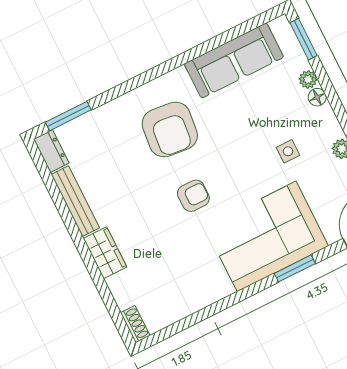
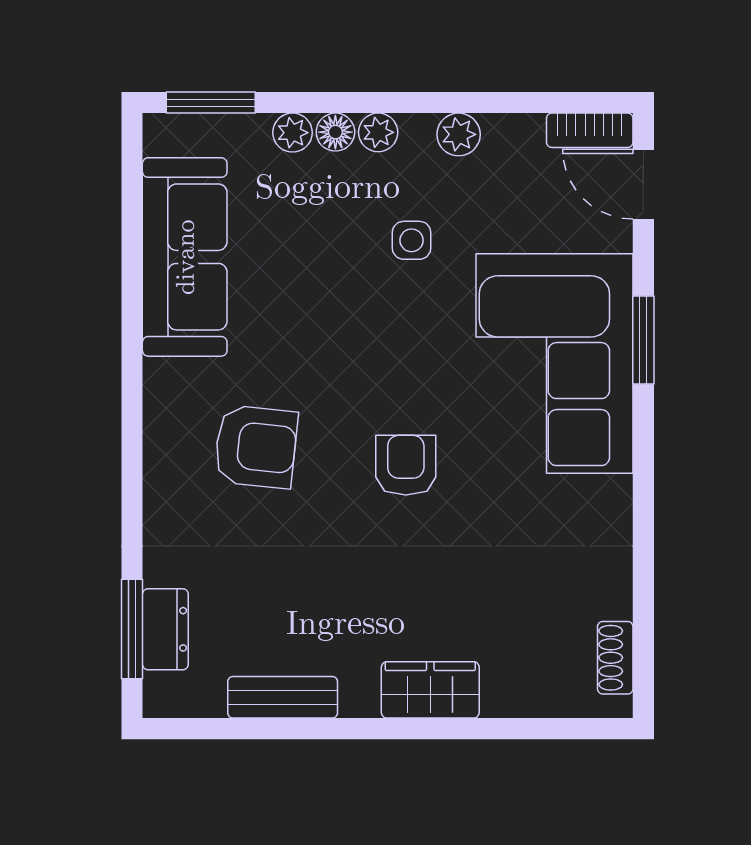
plant: (326, 115) -> (378, 132), added
armchair: (170, 129) -> (256, 447), width x0.73, depth x0.73
dresser: (51, 151) -> (165, 629), moved, turned 90
bench: (75, 201) -> (283, 697), width x0.73
shoe rack: (135, 324) -> (615, 658), moved, turned -90

